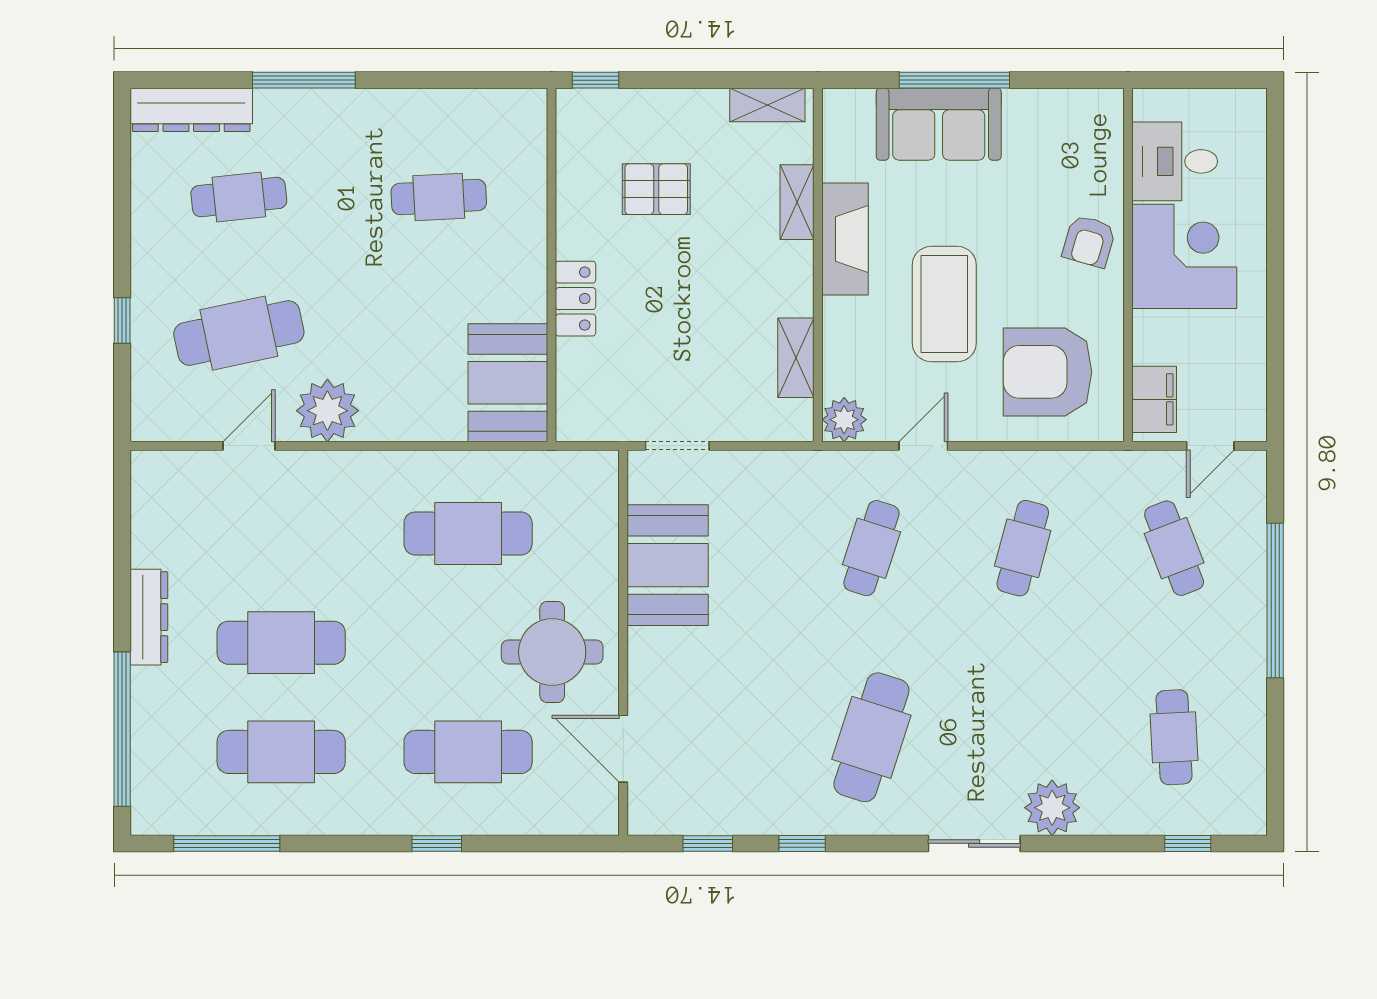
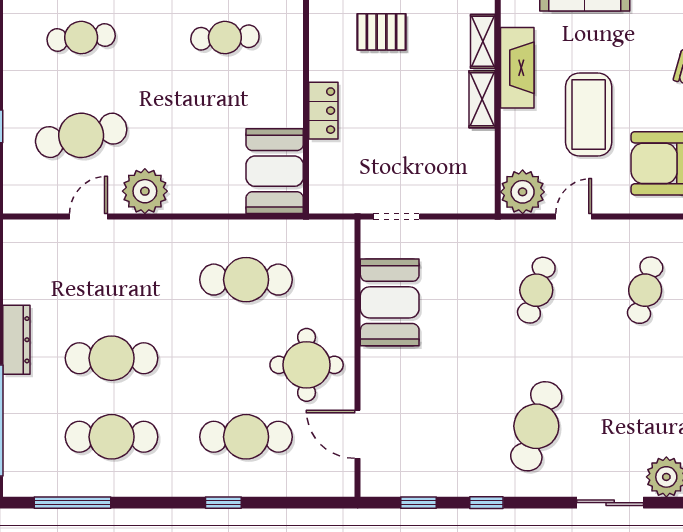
shelving: (796, 358) -> (482, 99), moved
plant: (844, 420) -> (523, 192), width x1.36, depth x1.36

